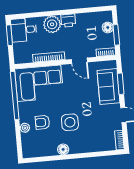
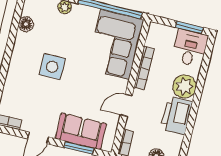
printer: (68, 20) -> (177, 116), width x1.87, depth x1.48
armchair: (42, 122) -> (64, 32), removed
floor lamp: (63, 149) -> (26, 24), moved

